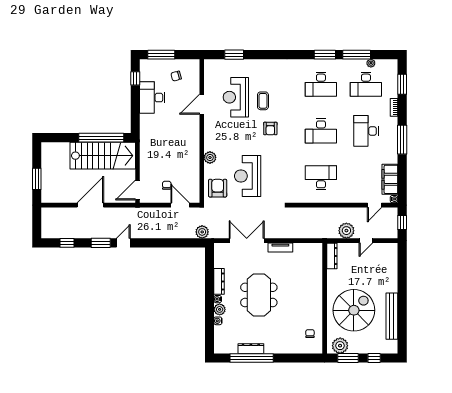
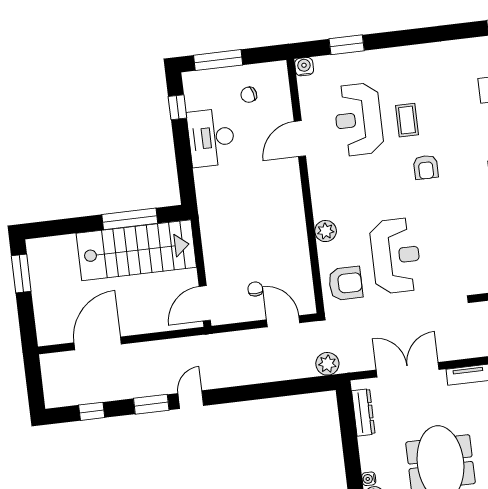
water cooler: (209, 64) -> (304, 67), added
window: (101, 138) -> (130, 219), width x0.68
reception desk: (248, 176) -> (396, 256), turned 180
window: (37, 179) -> (21, 274), moved
armchair: (218, 188) -> (345, 283), turned 90
door: (90, 205) -> (98, 343), moved
dresser: (219, 281) -> (363, 412), moved

